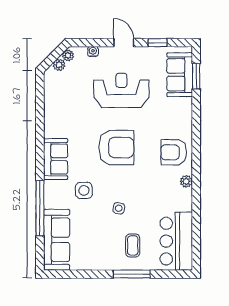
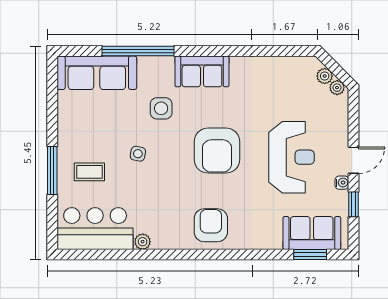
water cooler: (93, 52) -> (342, 183), moved
plant: (186, 181) -> (143, 242), moved

